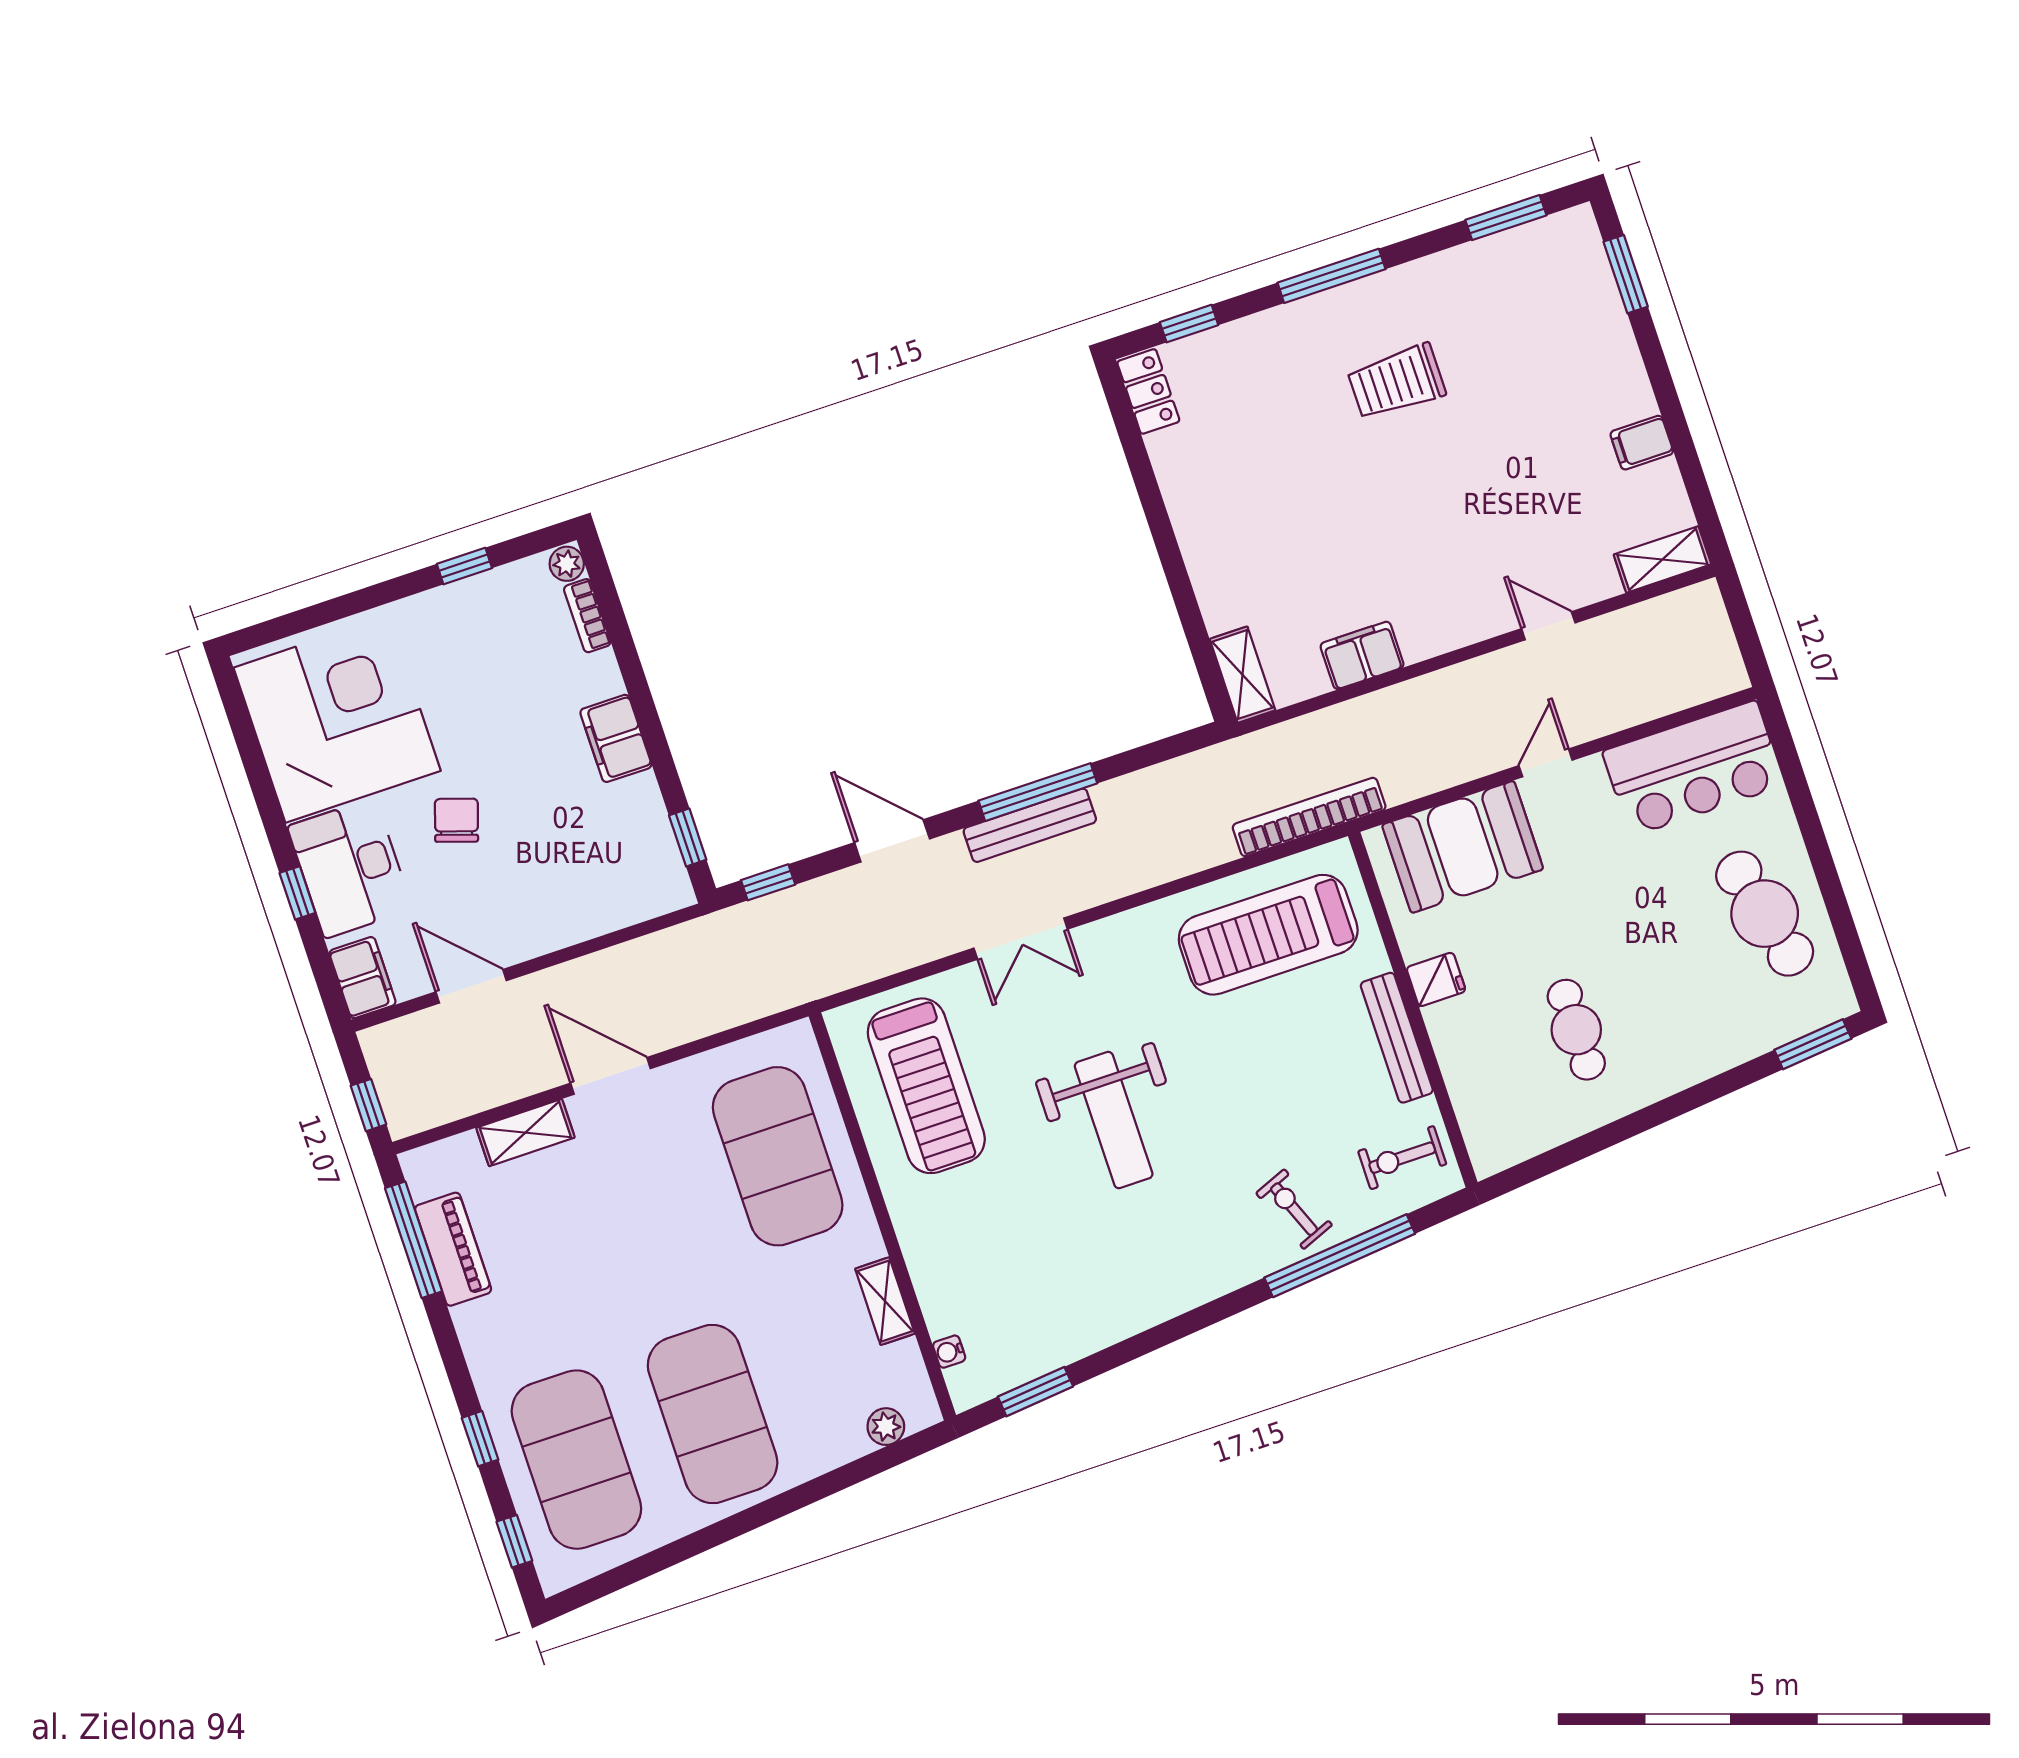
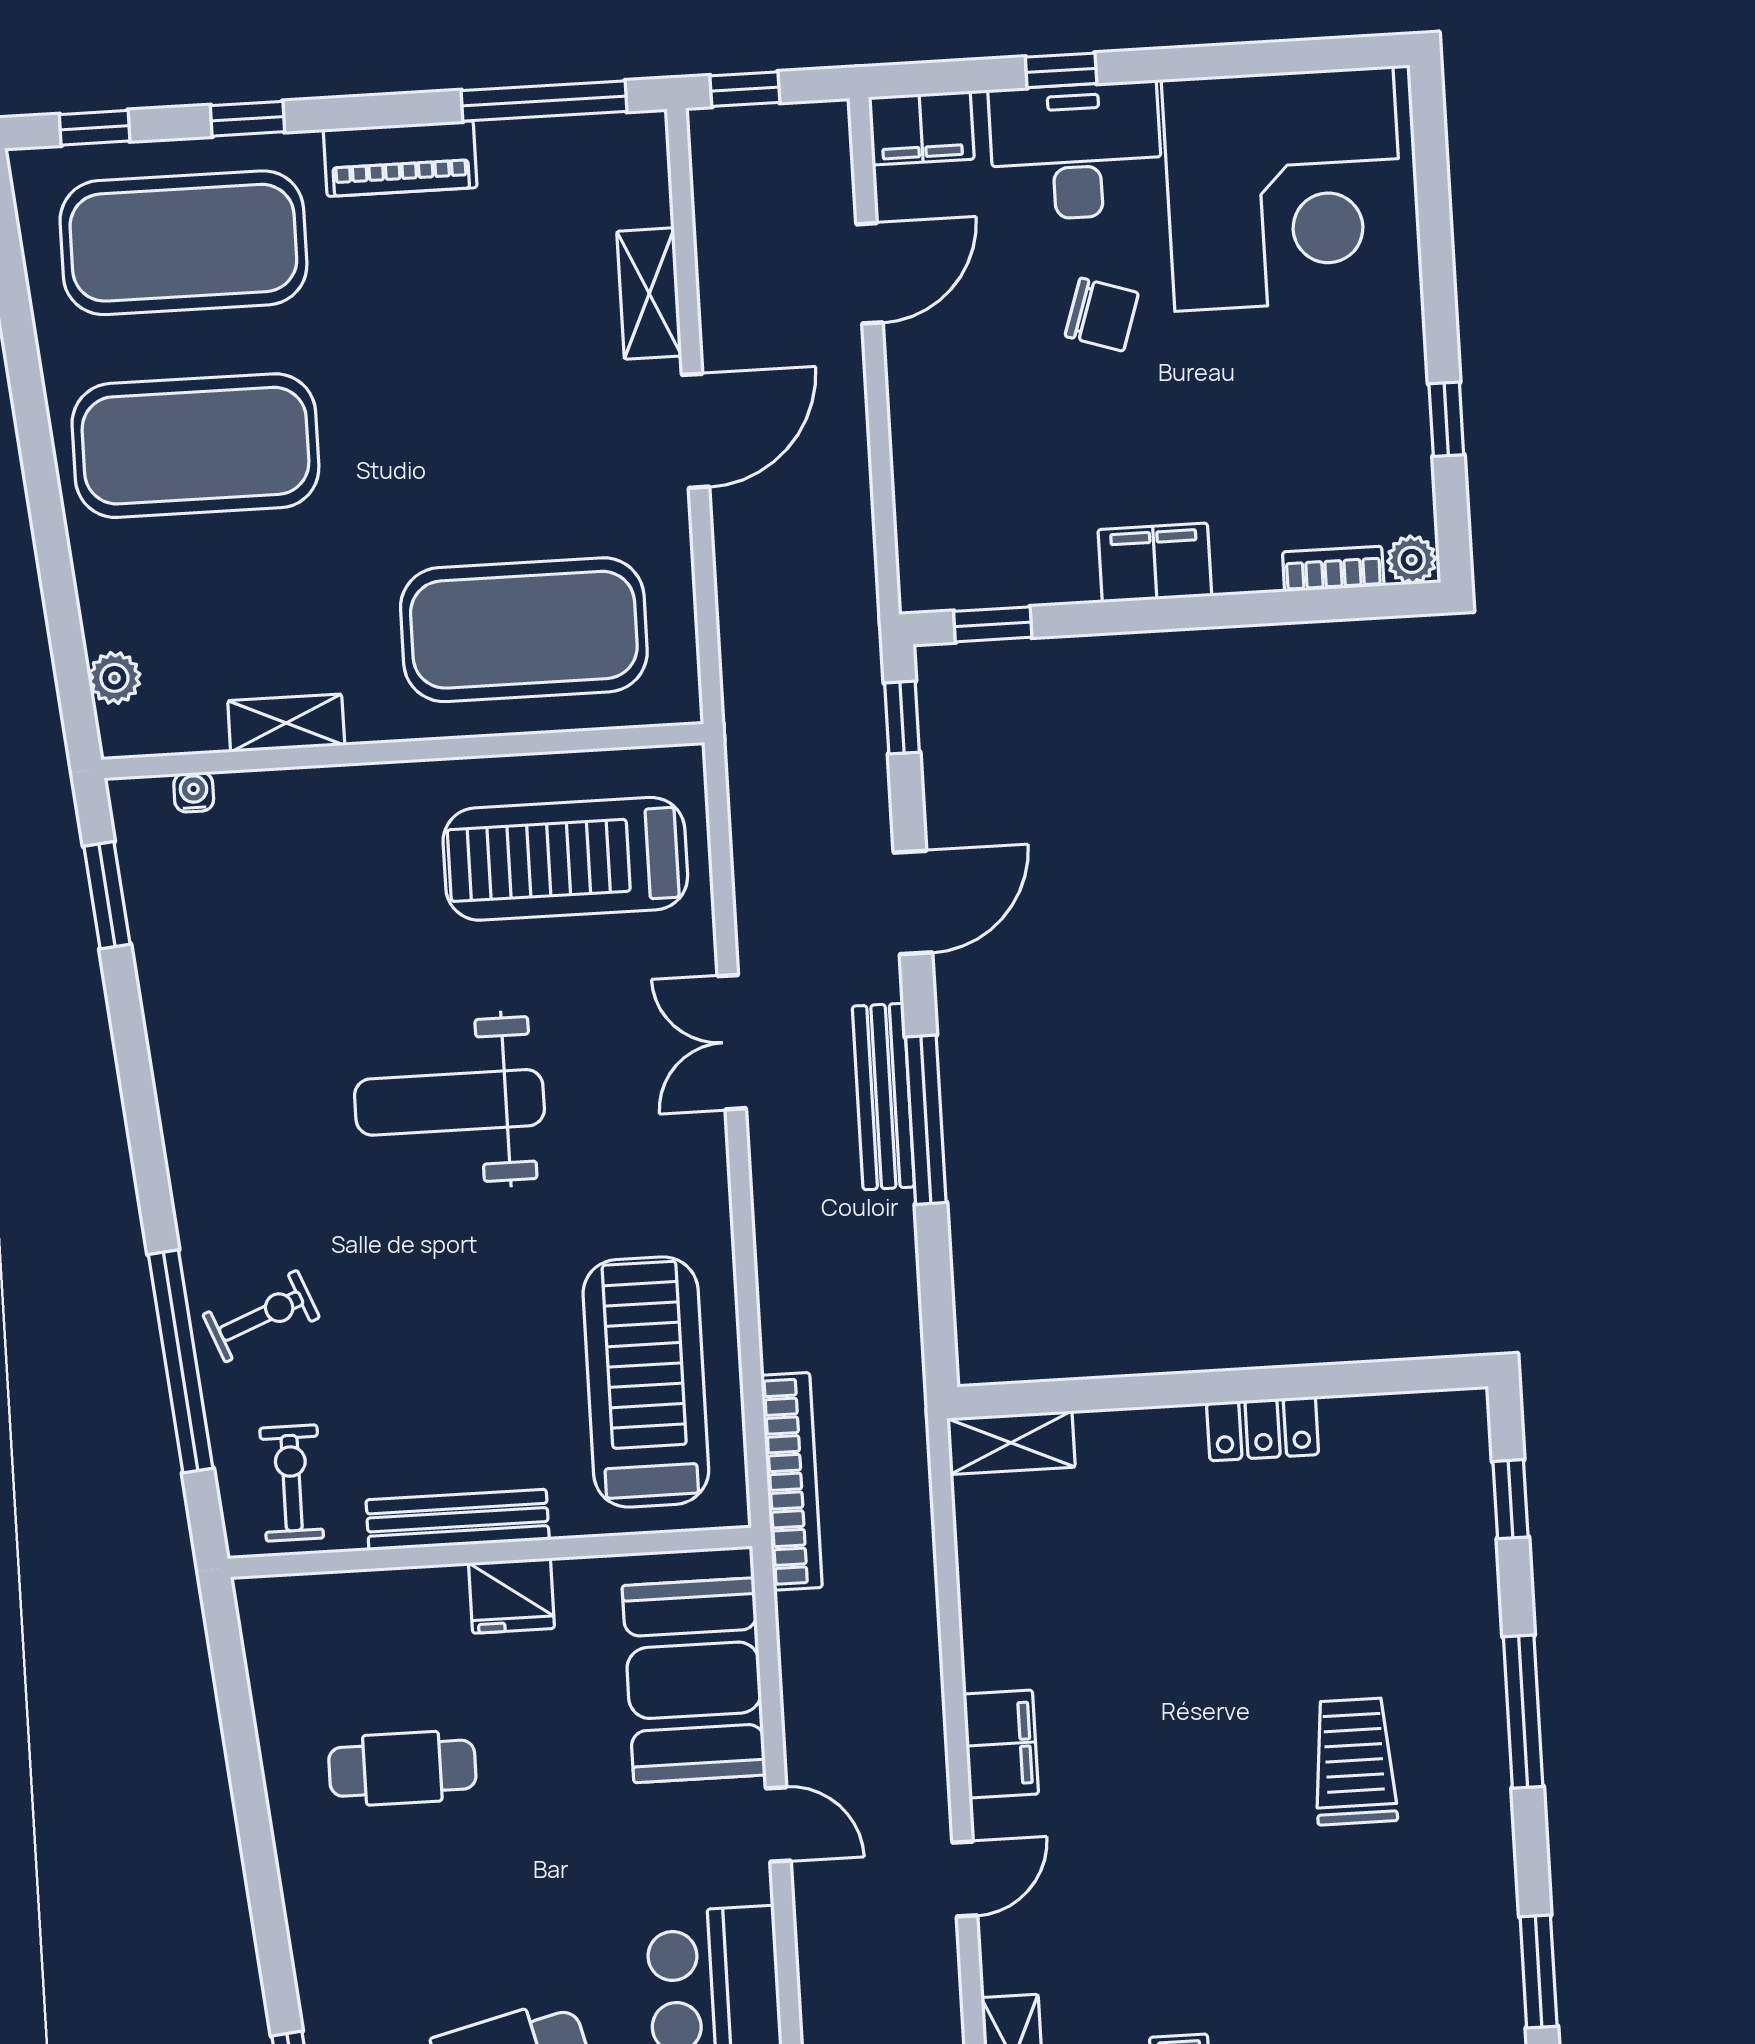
locker: (1148, 391) -> (1263, 1429), moved
filing cabinet: (1362, 655) -> (1001, 1744), moved
fridge: (1436, 979) -> (511, 1596), width x1.38
piano: (453, 1249) -> (400, 159), moved

